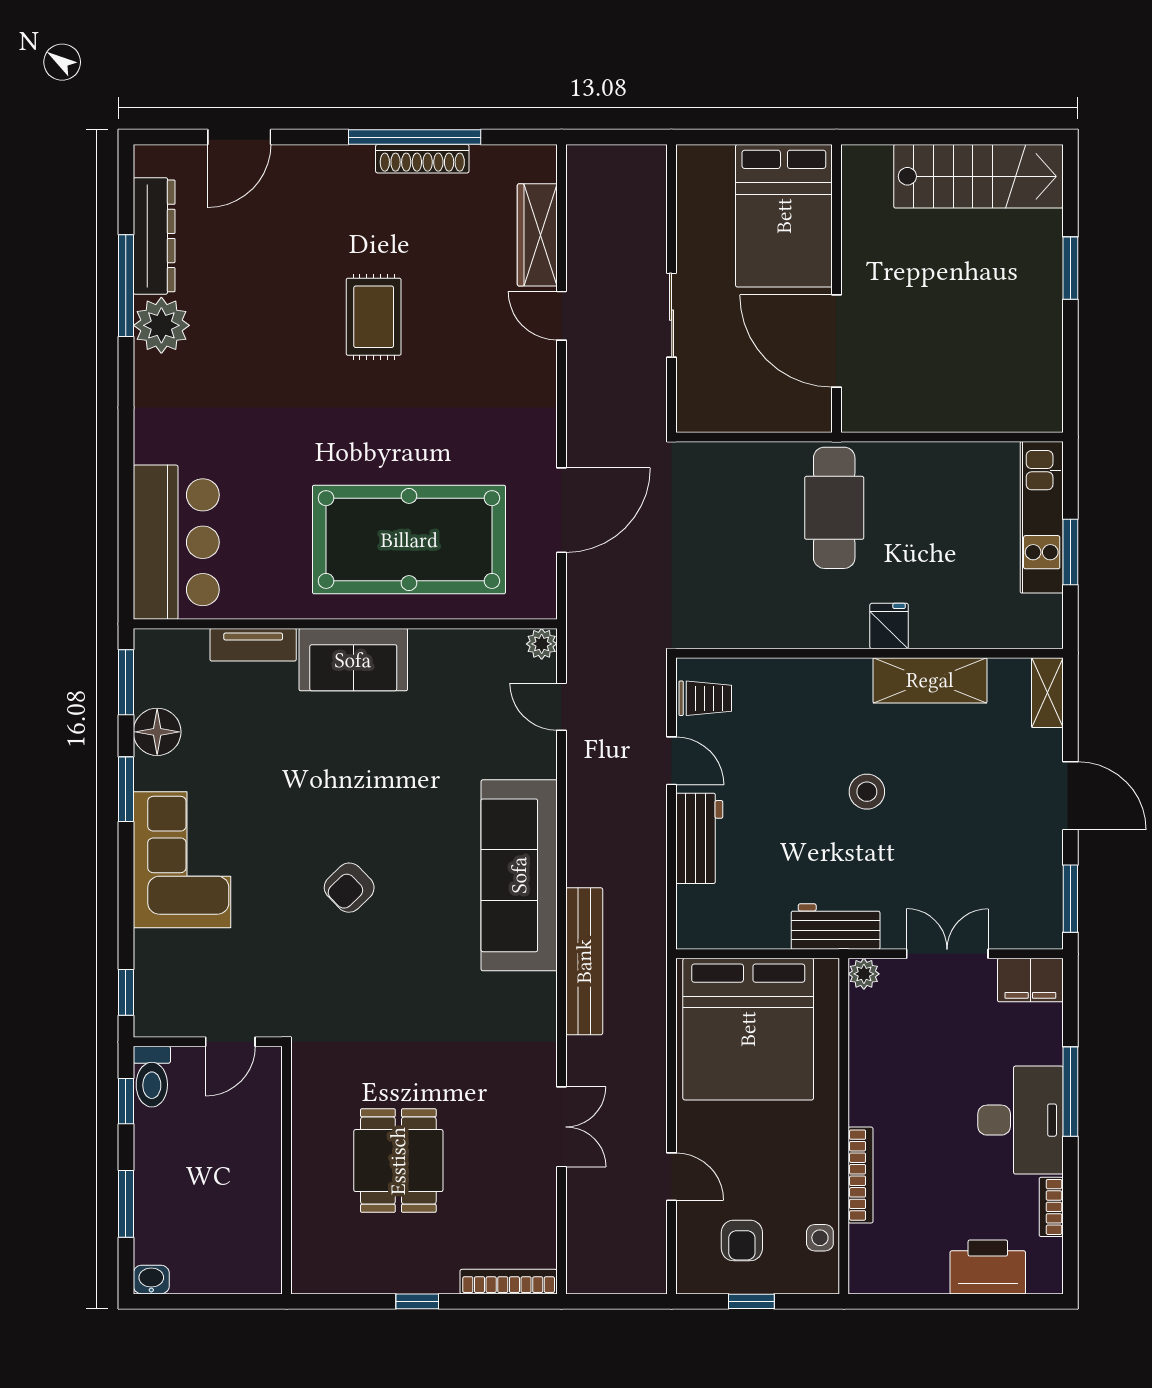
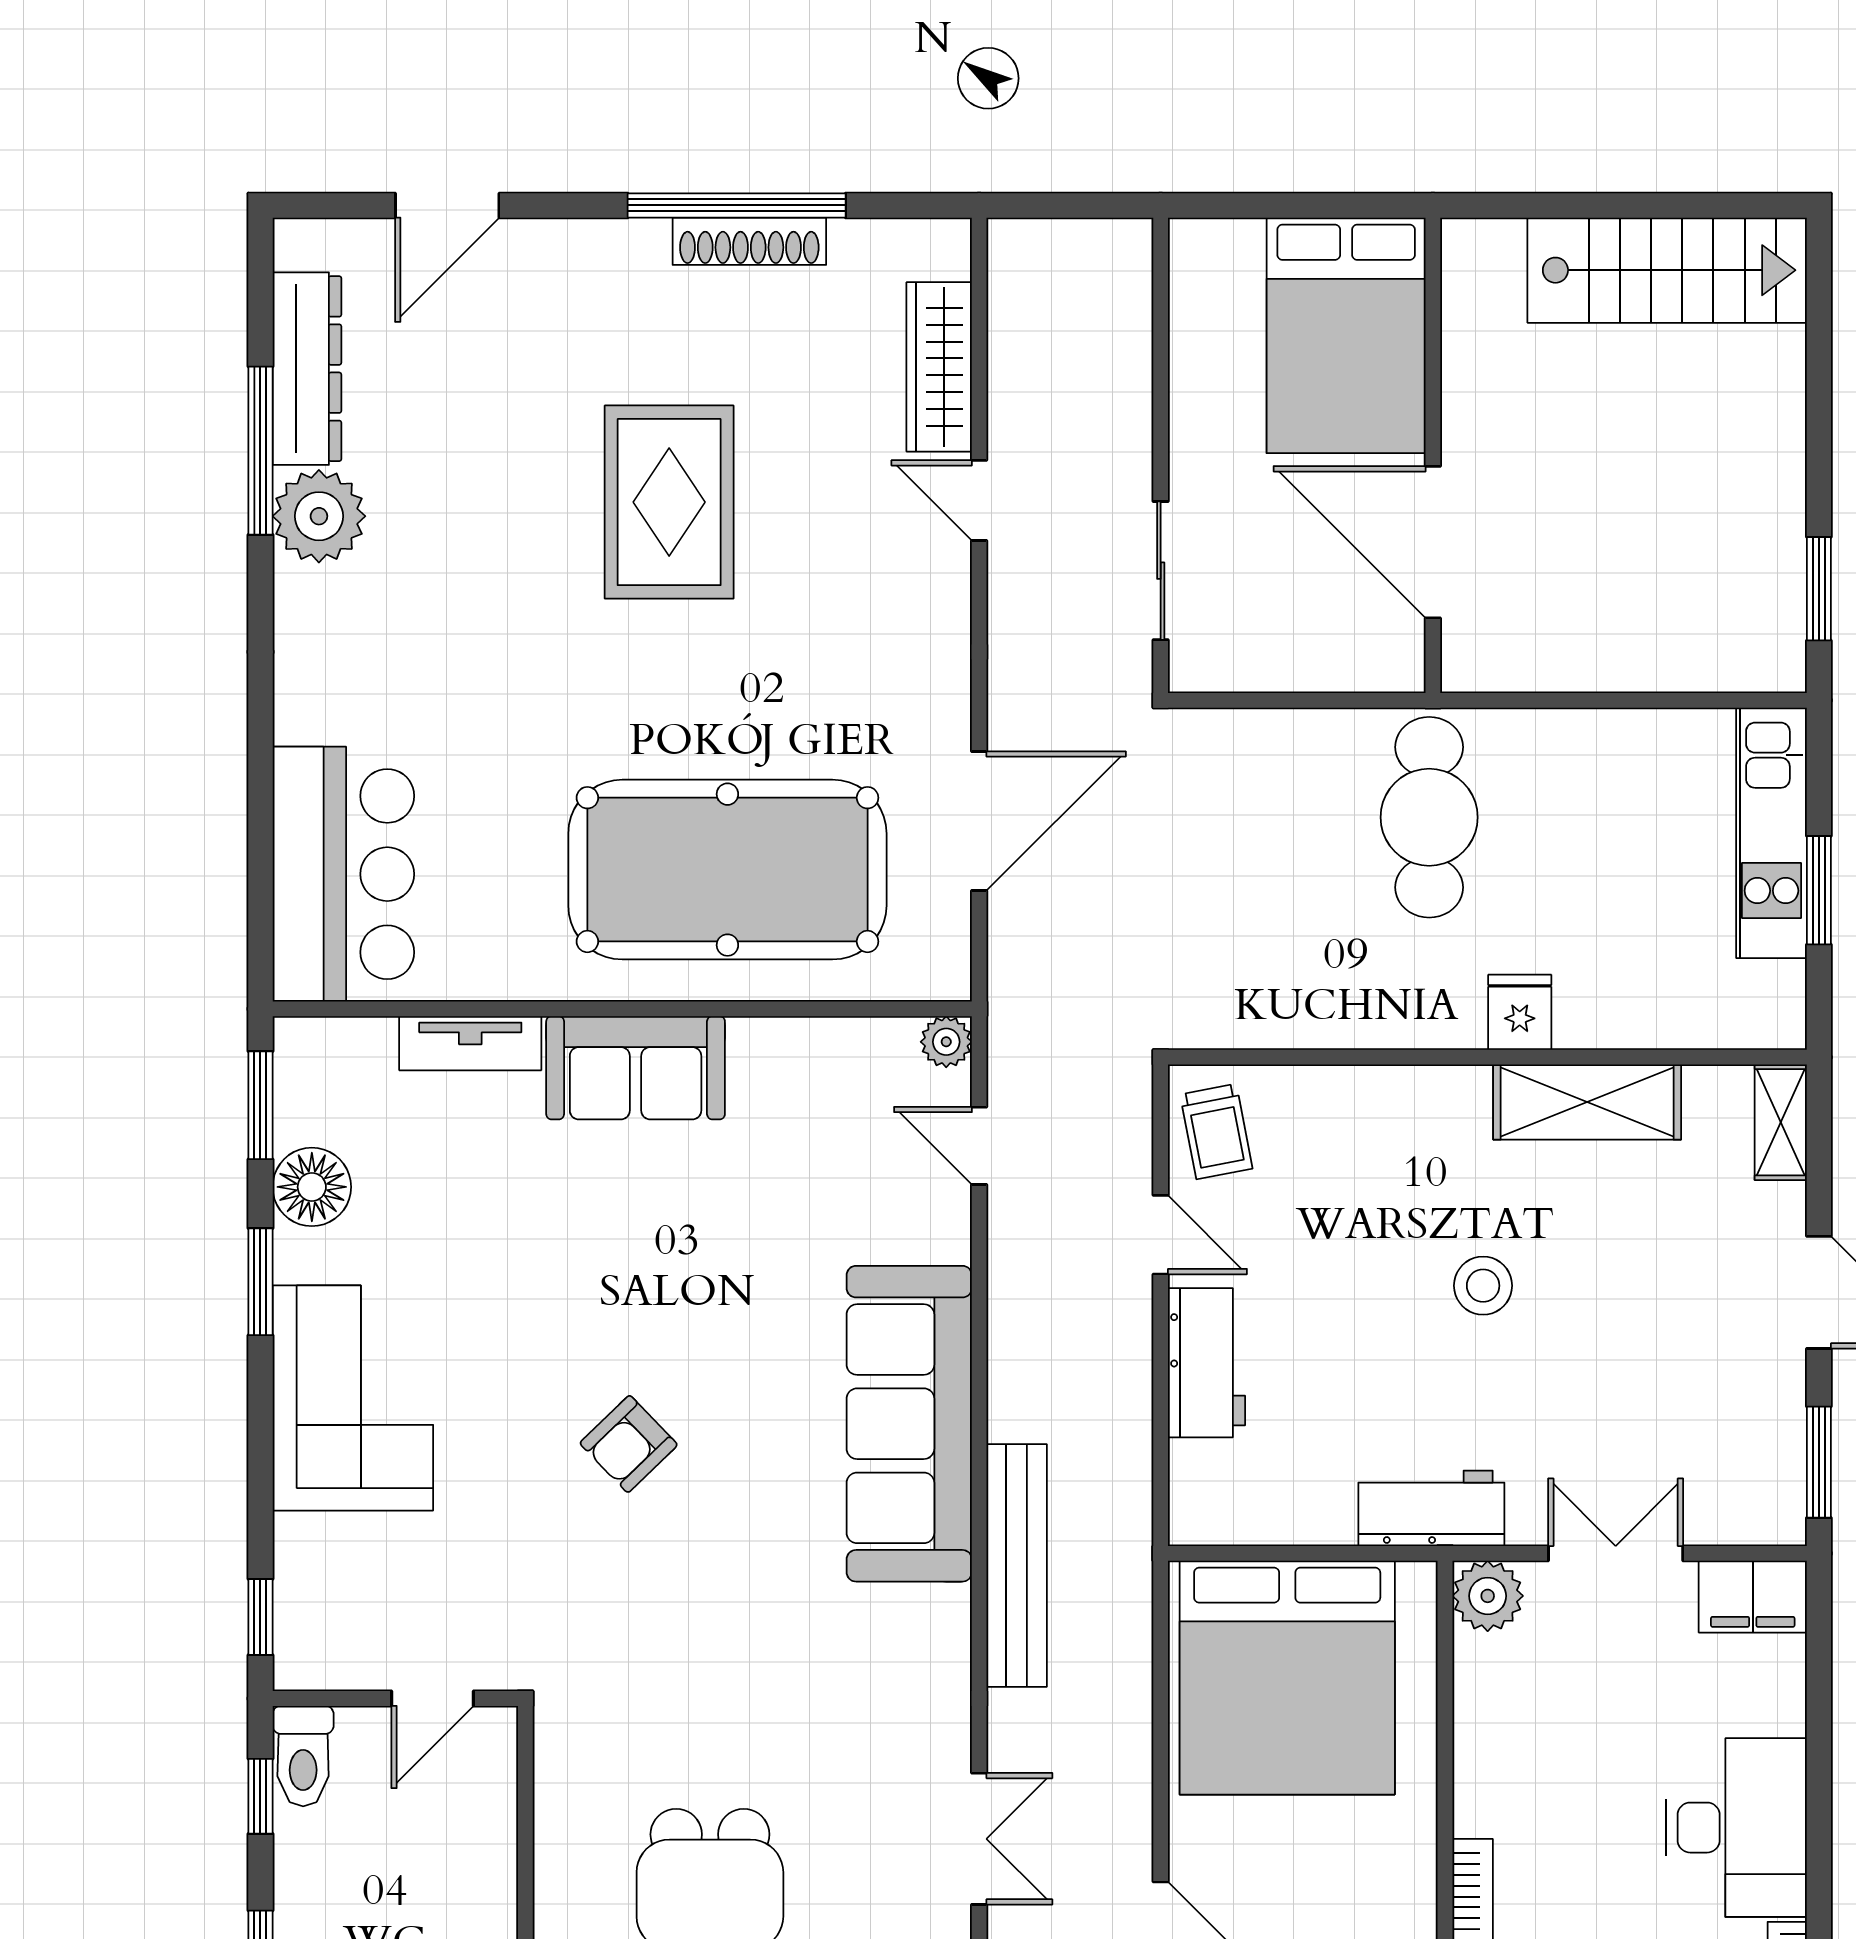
window: (1070, 268) -> (1819, 589), moved
sliding door: (672, 315) -> (1161, 571), moved
rug: (374, 317) -> (669, 502), width x1.36, depth x1.43
trolley: (705, 698) -> (1216, 1132), turned 79
plant: (864, 974) -> (1488, 1596), width x1.38, depth x1.38
window: (1070, 1092) -> (1819, 1781), removed

